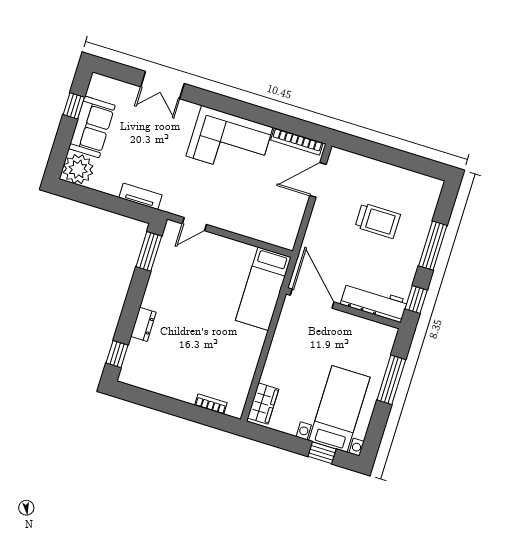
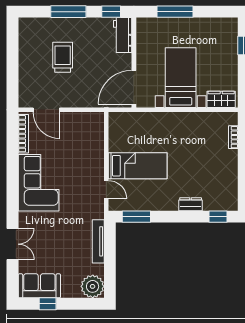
sofa: (92, 127) -> (39, 286), moved
tv unit: (140, 196) -> (98, 241), width x1.41
bed: (263, 289) -> (138, 166), moved
workbench: (374, 302) -> (123, 35), width x0.73
bed with nightstands: (339, 409) -> (181, 78), moved, turned 90

